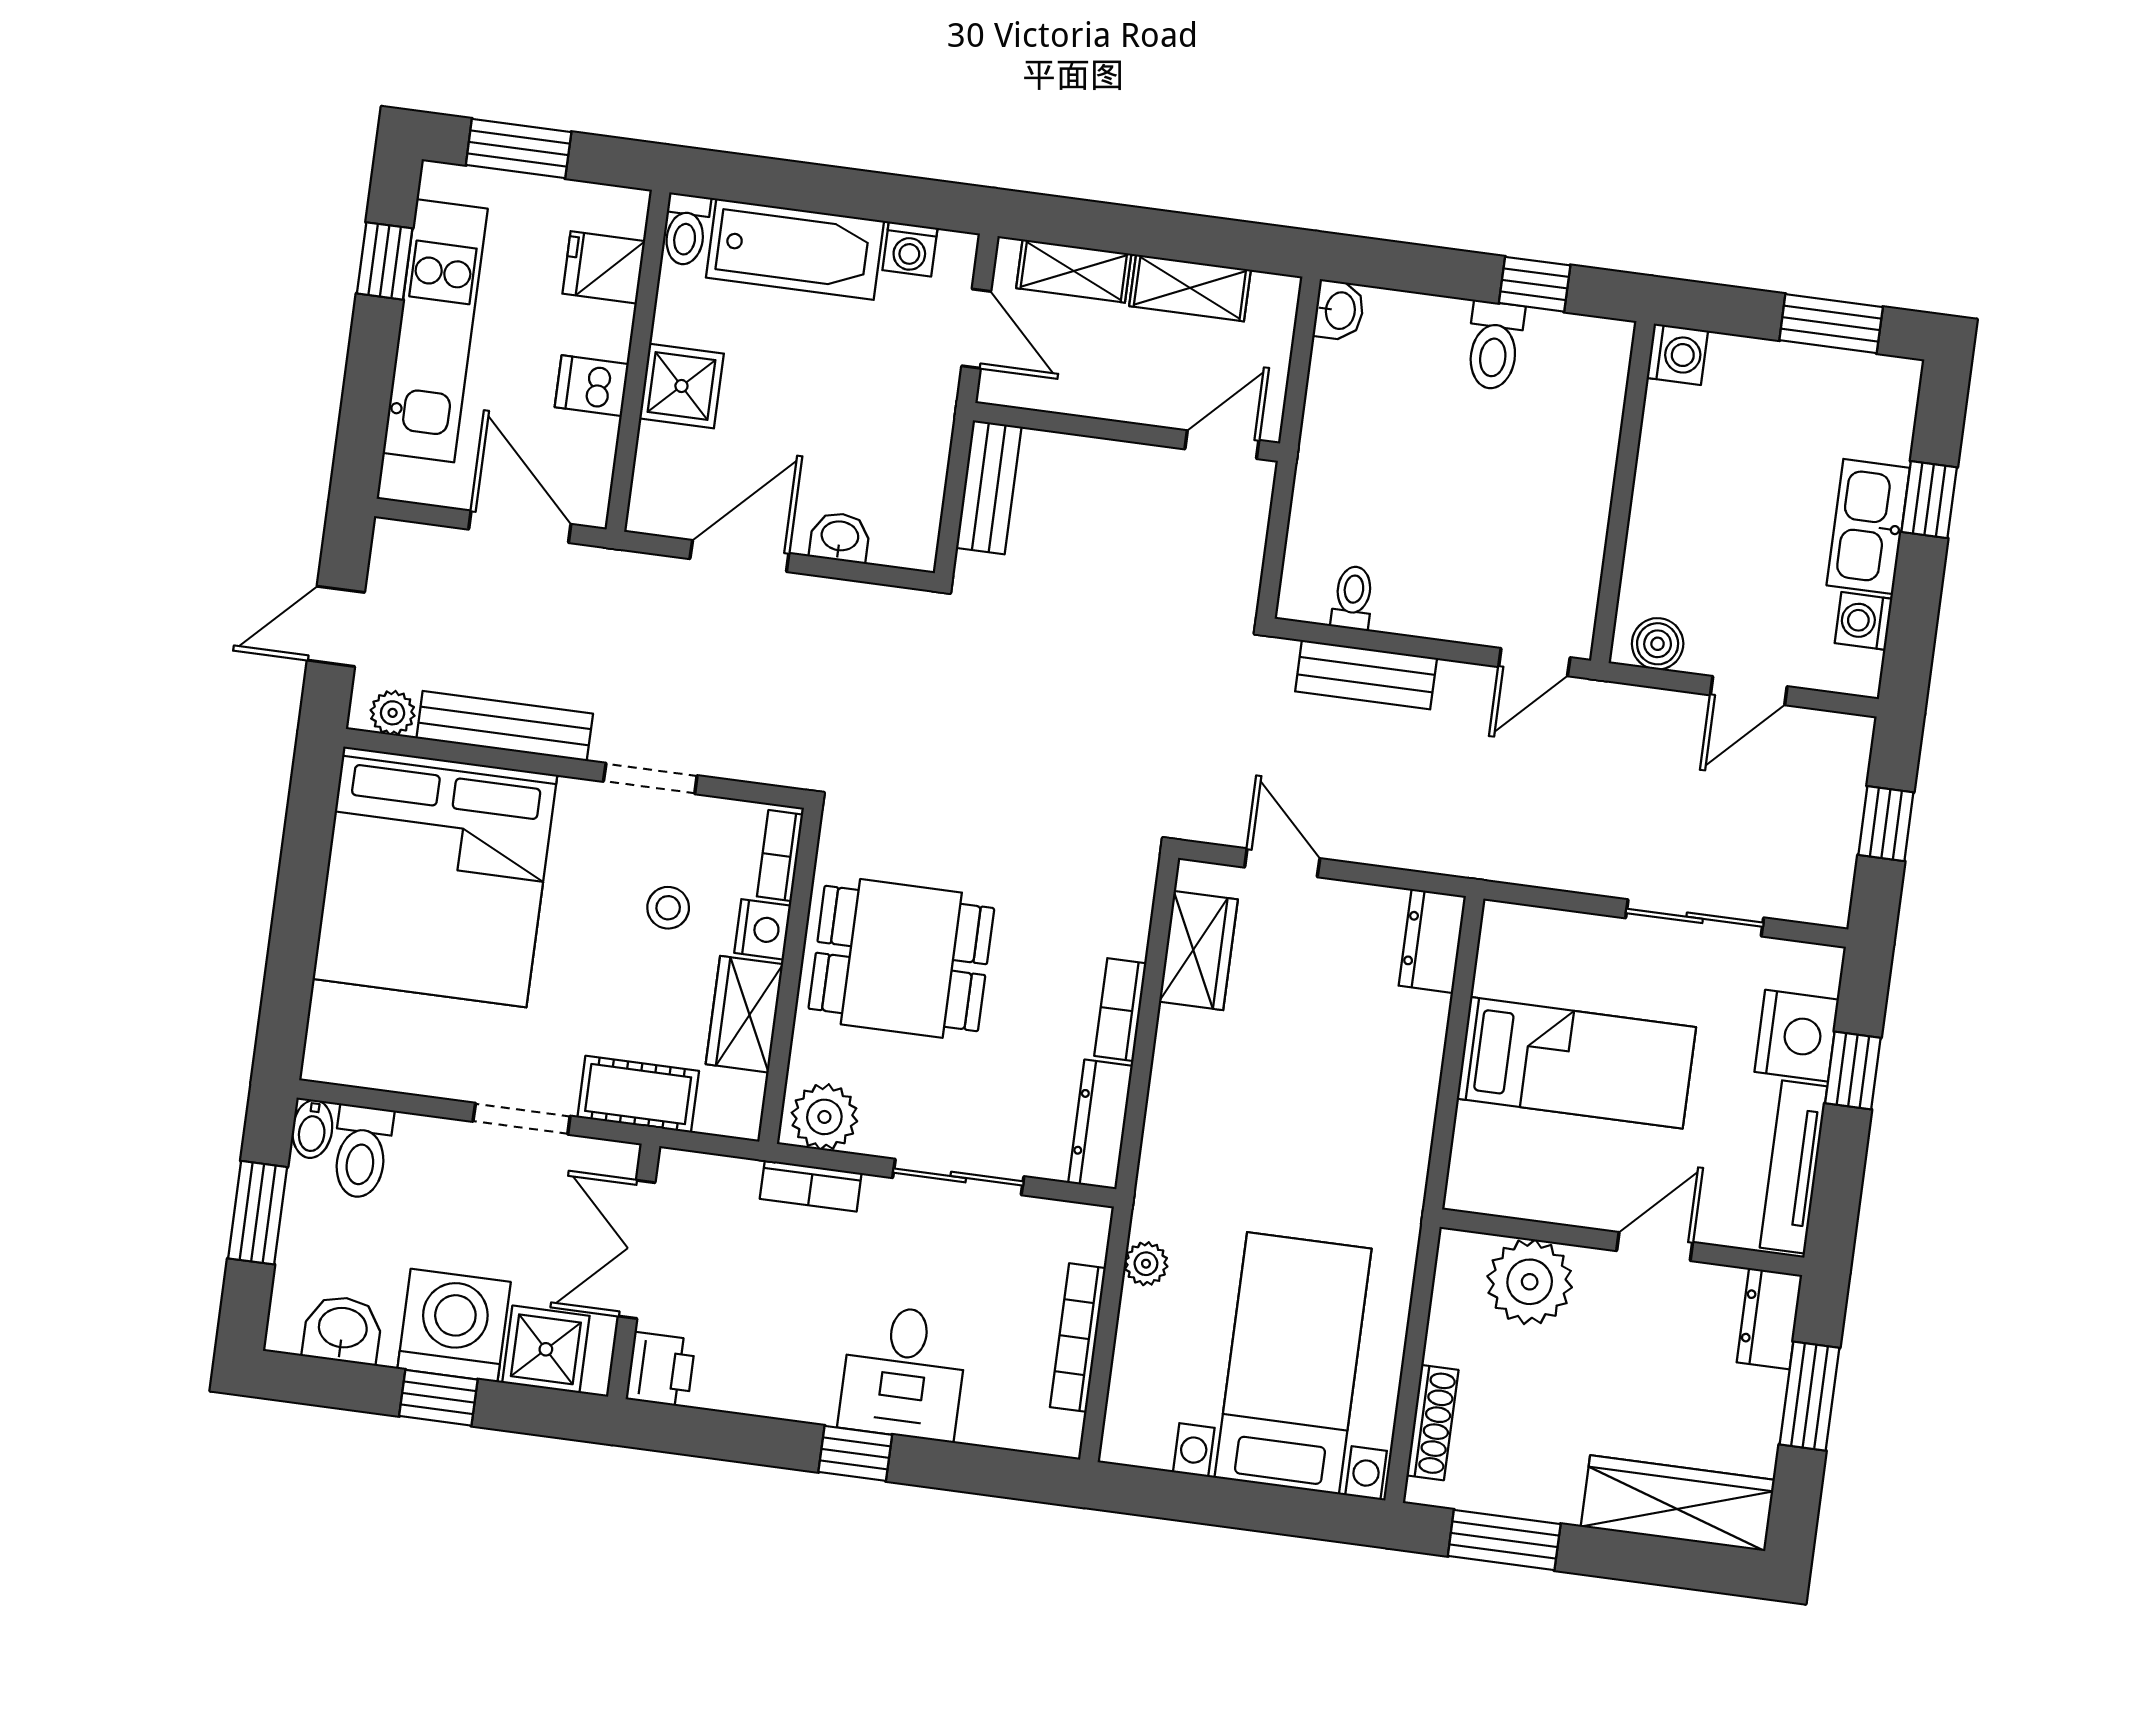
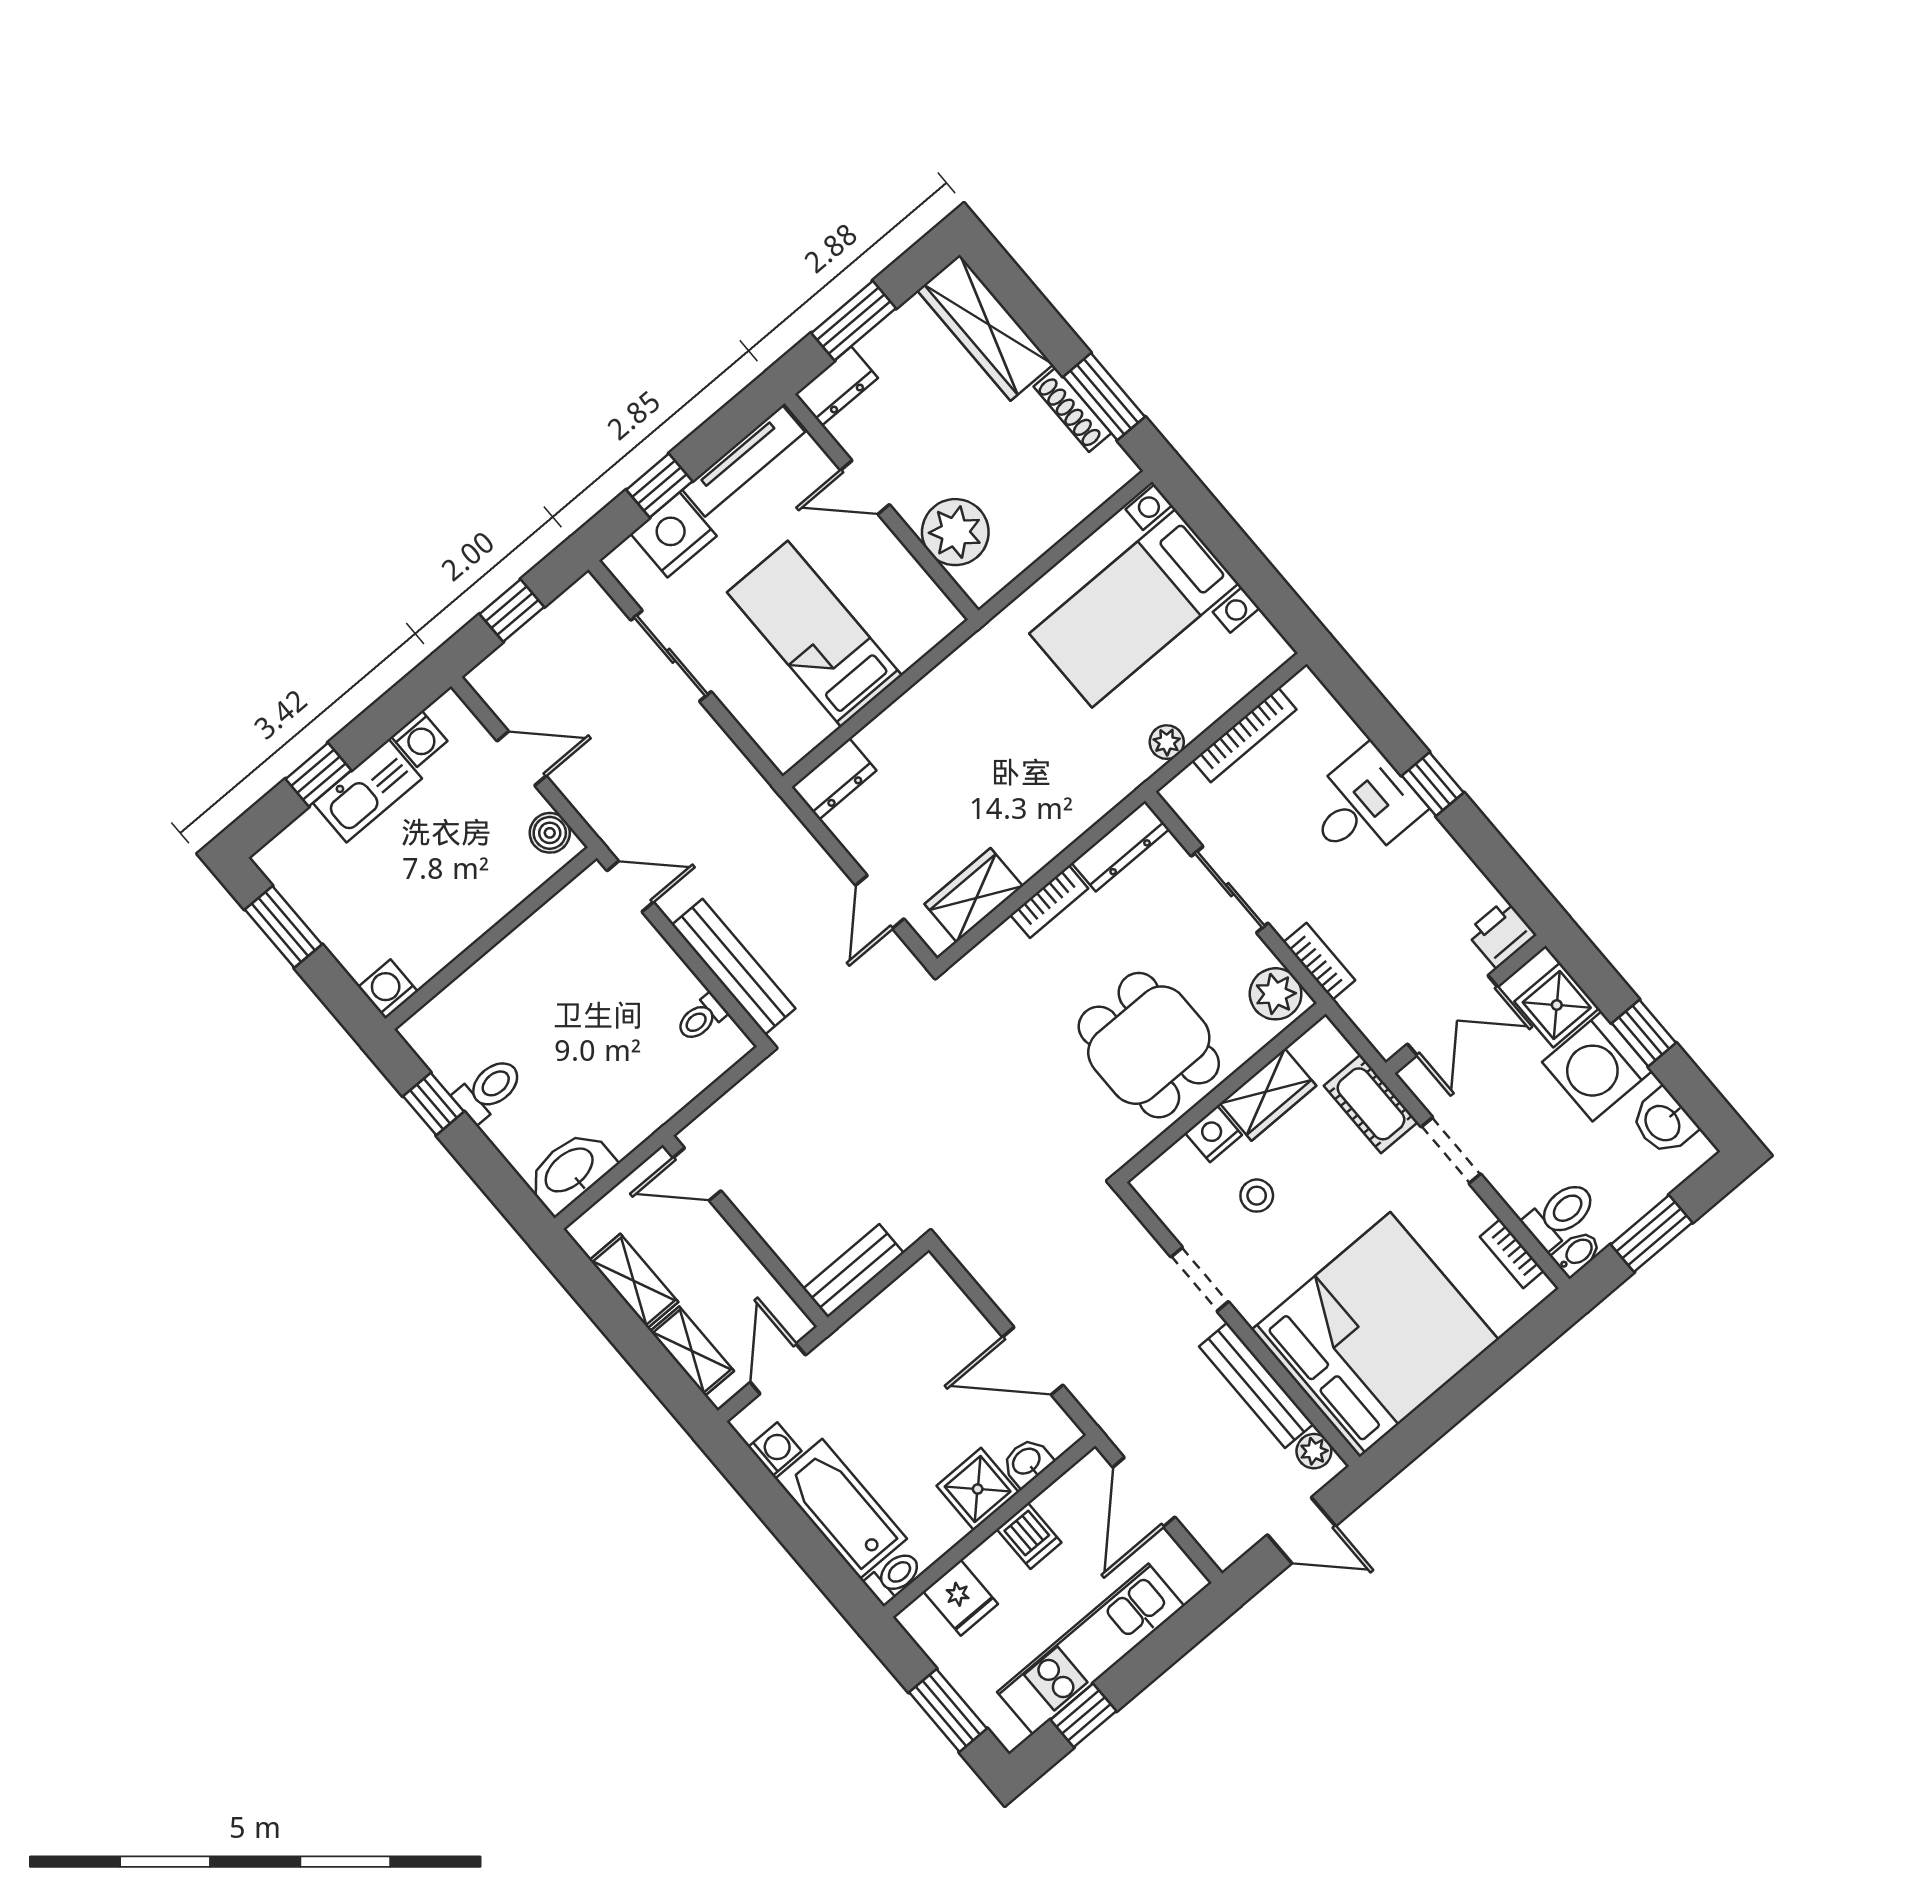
washbasin: (1339, 310) -> (570, 1171), width x1.91, depth x1.45
washbasin: (840, 537) -> (1027, 1462), moved, turned 90
bench: (1366, 675) -> (734, 967), width x1.36
bookcase: (780, 856) -> (1512, 1254), moved, turned 90
shoe rack: (1432, 1423) -> (1072, 410), moved, turned -90

